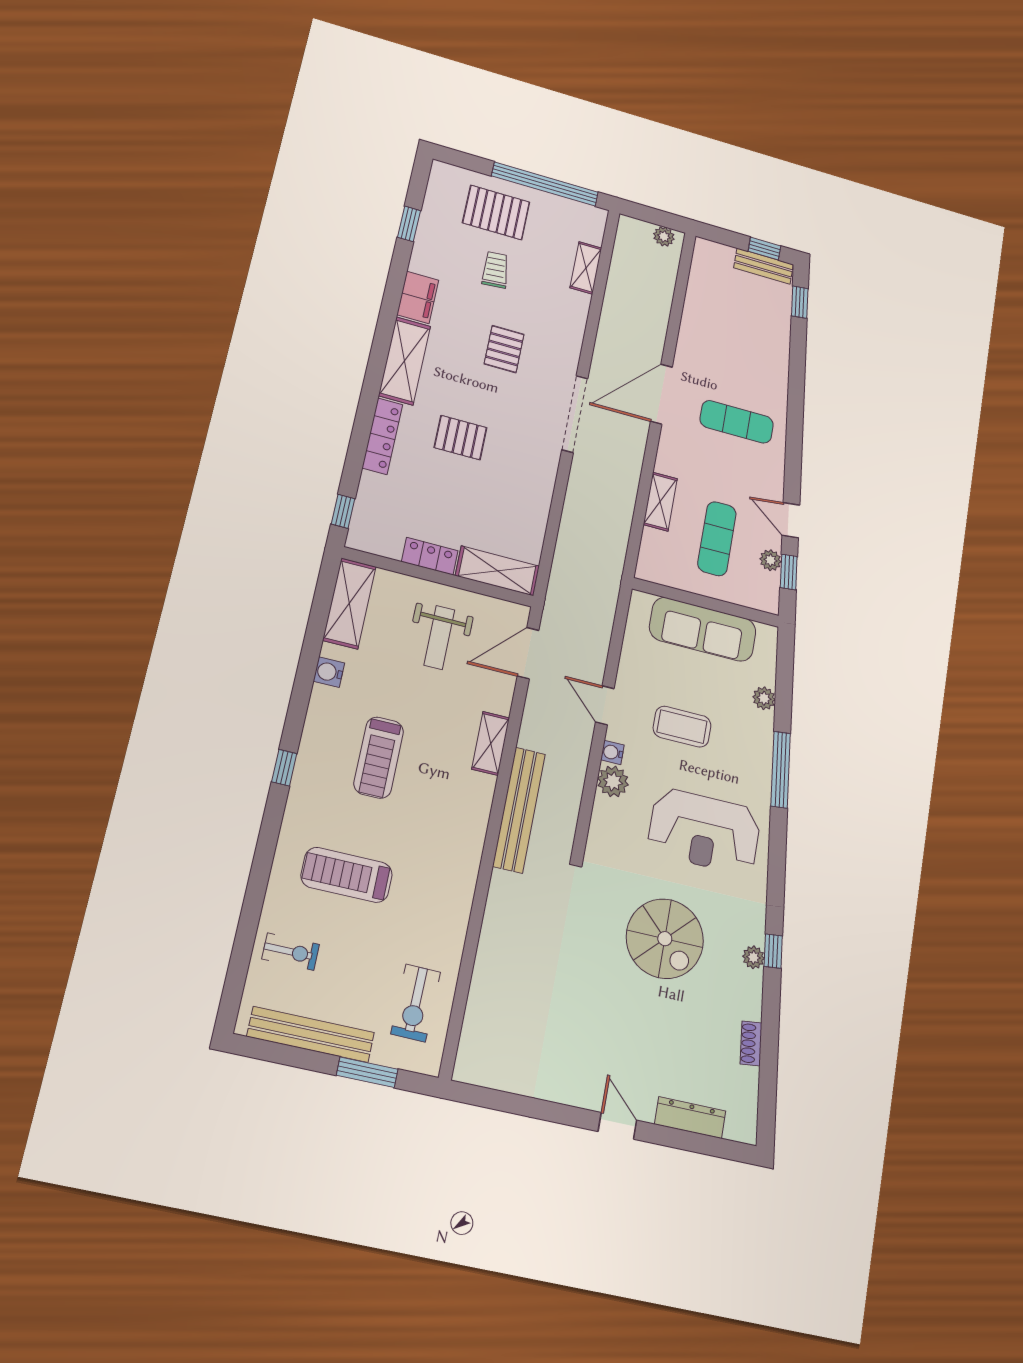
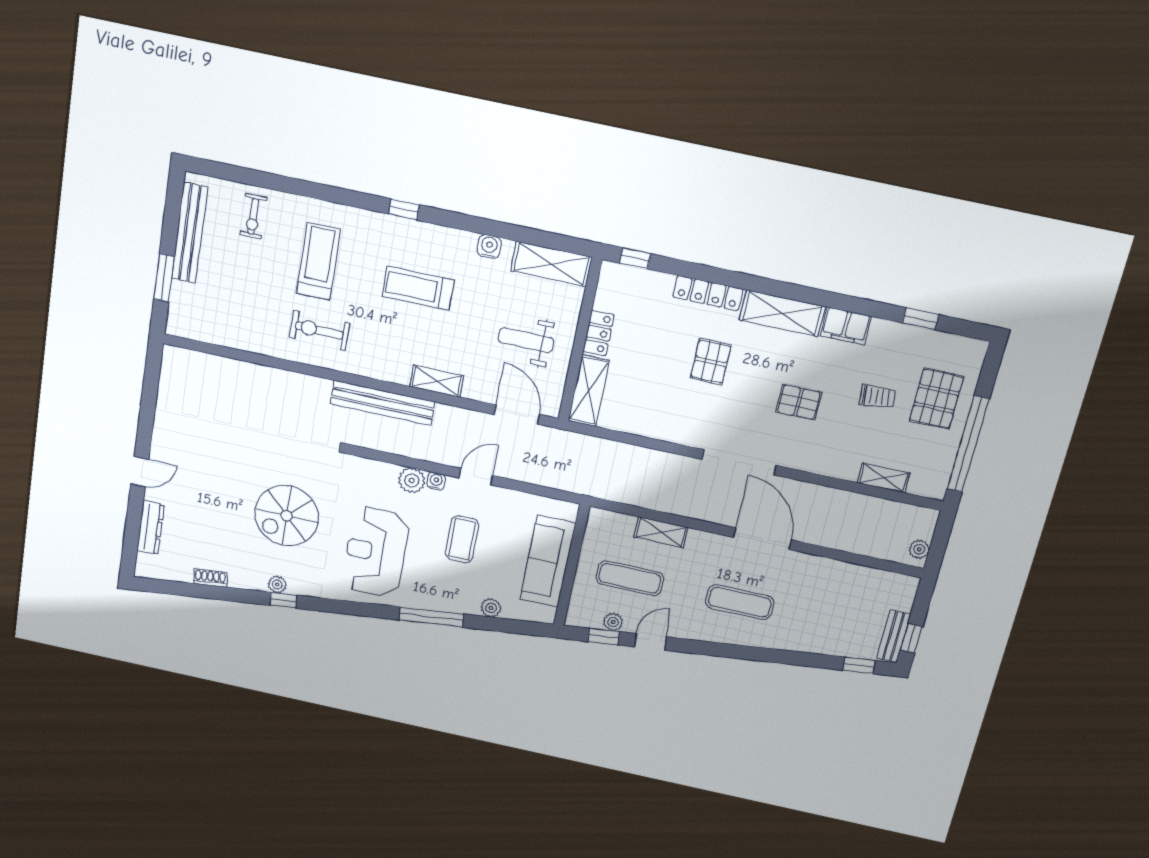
exercise mat: (737, 422) -> (740, 602), turned 90
exercise bike: (416, 1003) -> (319, 330), moved

